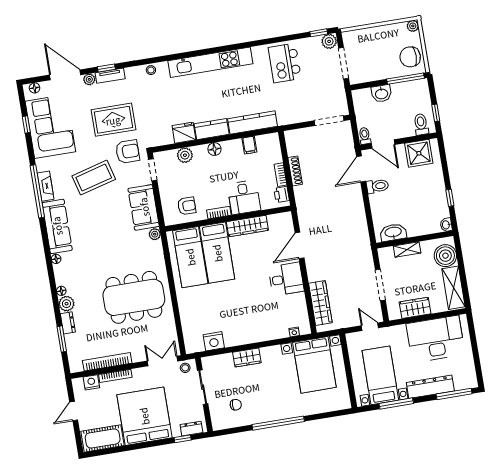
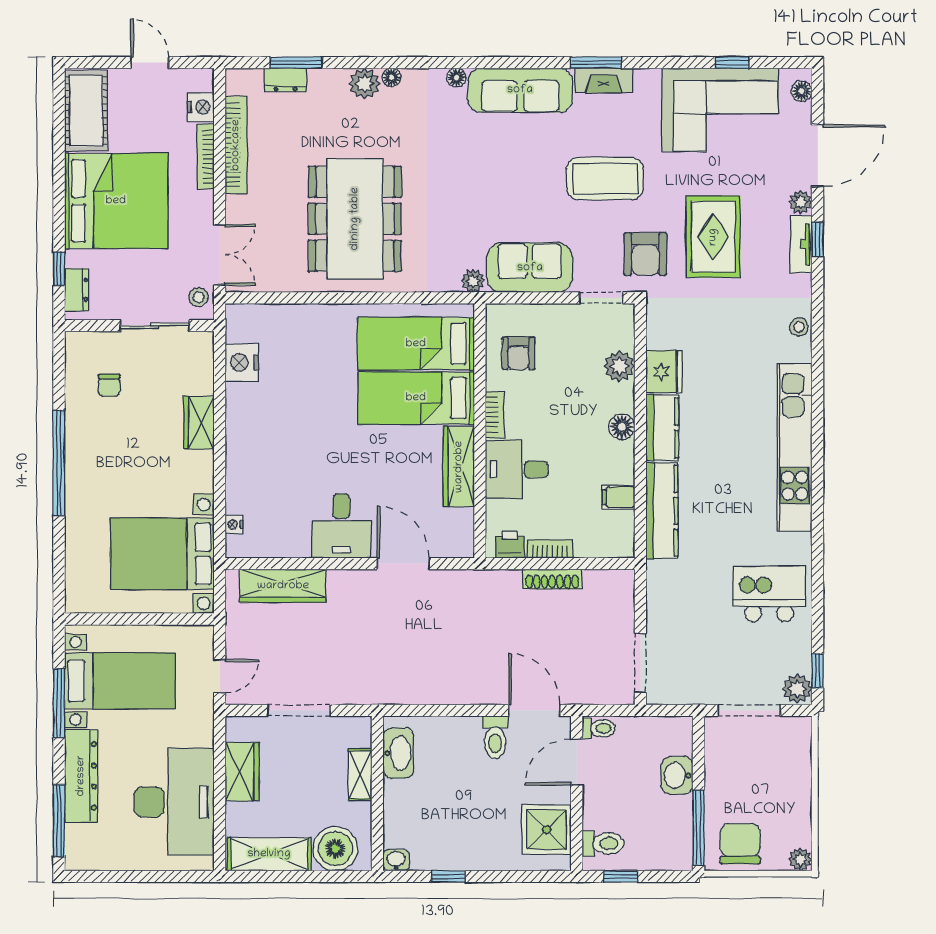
coffee table: (94, 178) -> (605, 179), turned -75
window: (37, 191) -> (596, 63), width x0.47
dresser: (68, 323) -> (285, 80), moved

